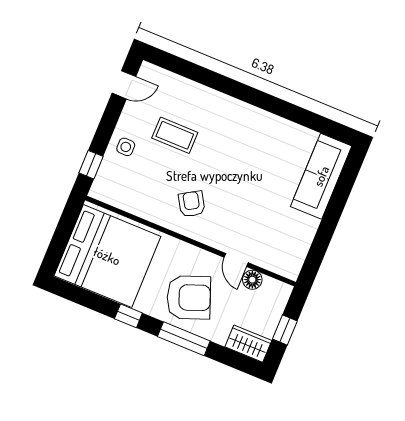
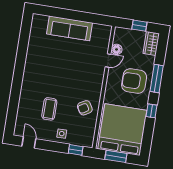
sofa: (321, 176) -> (70, 28), moved
armchair: (192, 204) -> (85, 108), moved
window: (63, 234) -> (116, 156), added
armchair: (189, 298) -> (134, 81), turned -69

